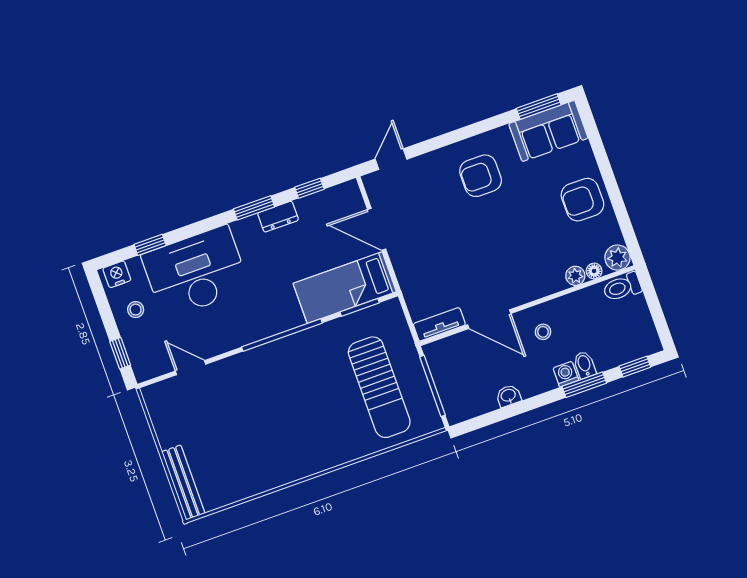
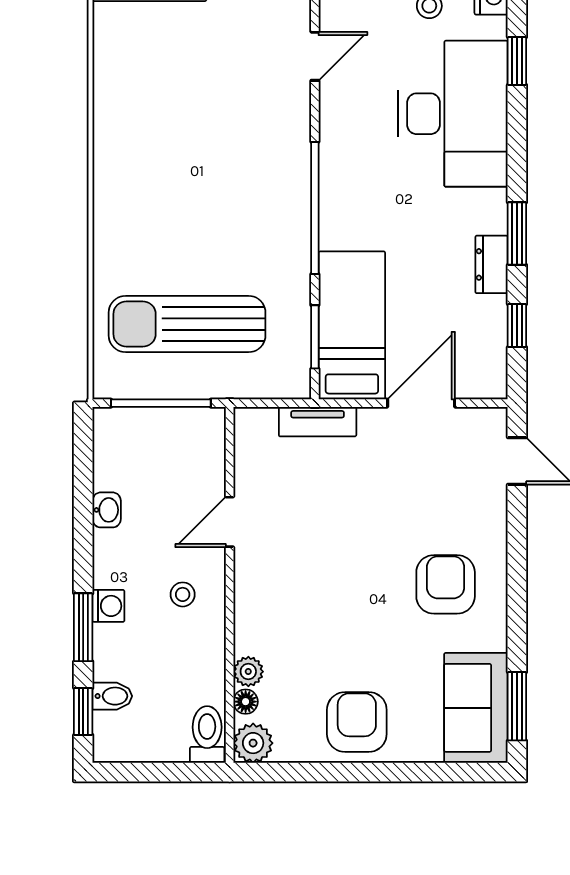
door: (489, 319) -> (230, 522), width x0.73
tv unit: (439, 324) -> (318, 422), moved, turned 90
bidet: (585, 365) -> (112, 696), moved

